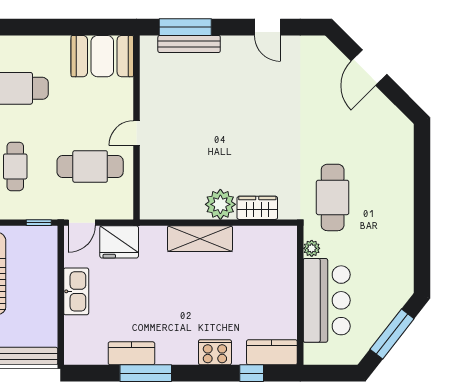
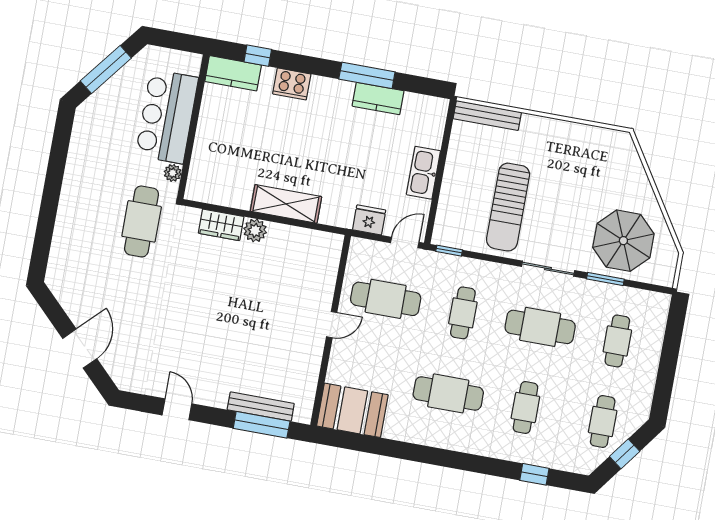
plant: (220, 204) -> (255, 230), width x0.73, depth x0.73
fridge: (119, 242) -> (369, 220), width x0.73, depth x0.75

